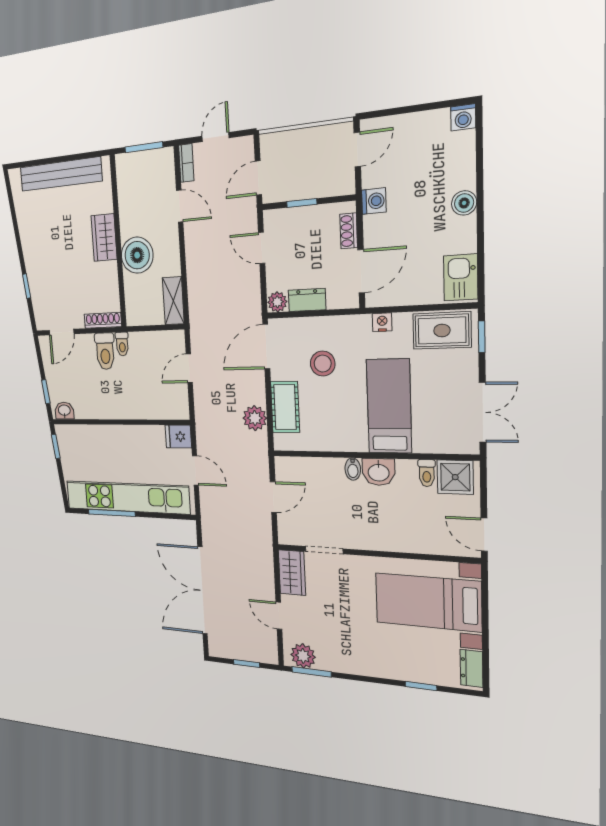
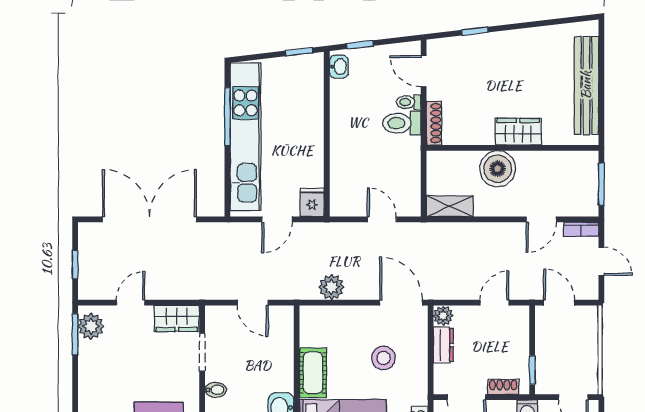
window: (302, 203) -> (532, 370), moved
toilet: (122, 344) -> (409, 102), moved
cot: (285, 407) -> (313, 373), moved, turned 90
bidet: (353, 469) -> (216, 390), moved, turned 180

